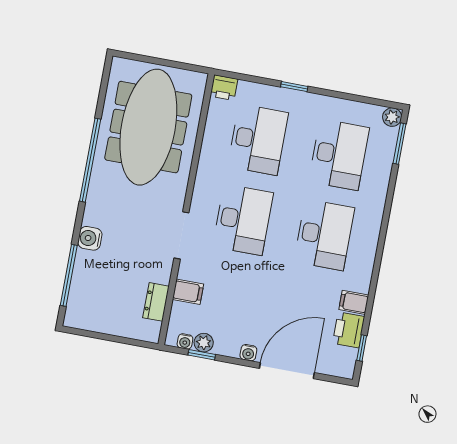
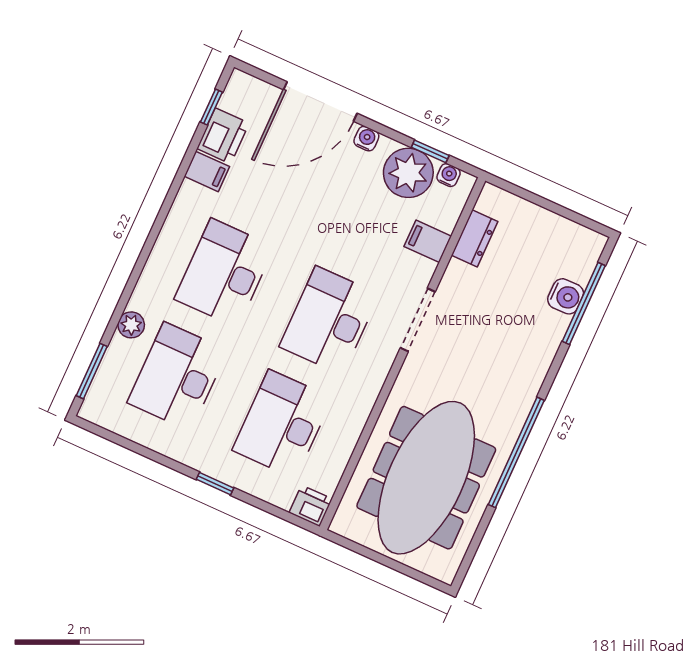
plant: (392, 117) -> (131, 325), moved
water cooler: (90, 238) -> (566, 296), moved
plant: (204, 343) -> (408, 173), width x1.87, depth x1.87

